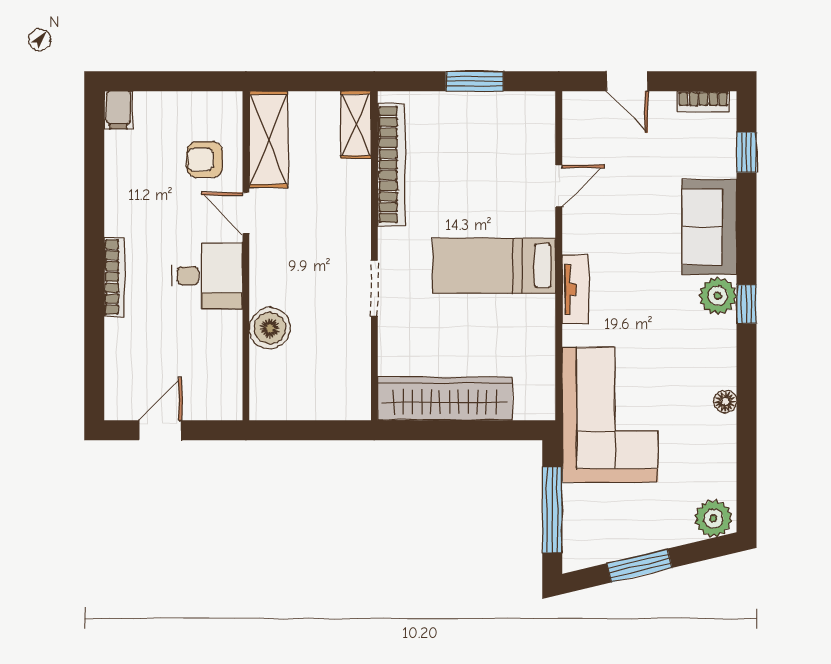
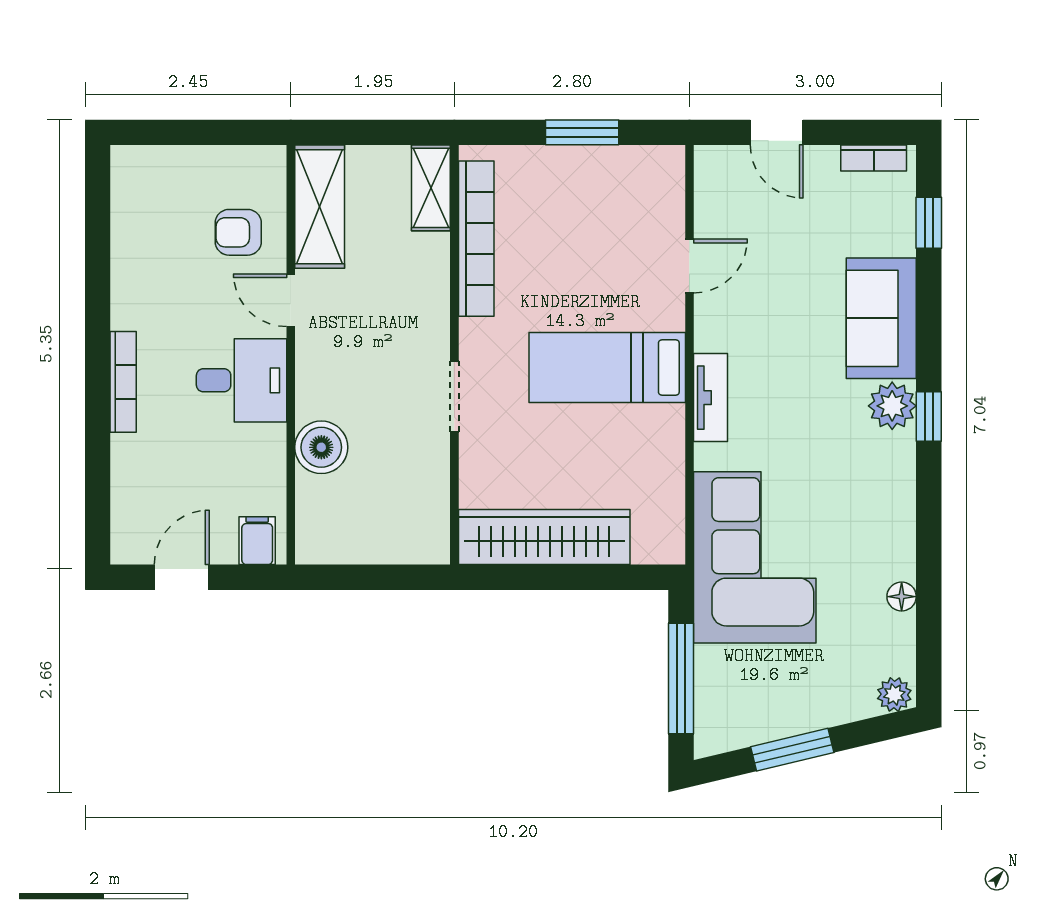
filing cabinet: (118, 110) -> (257, 541), moved, turned 180
floor lamp: (725, 402) -> (902, 597), moved
plant: (713, 518) -> (894, 695), width x0.73, depth x0.73

